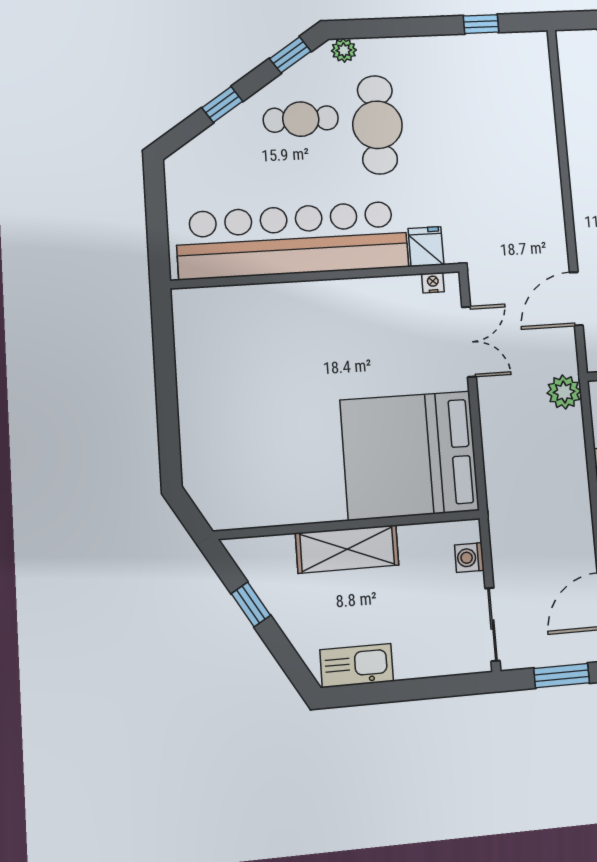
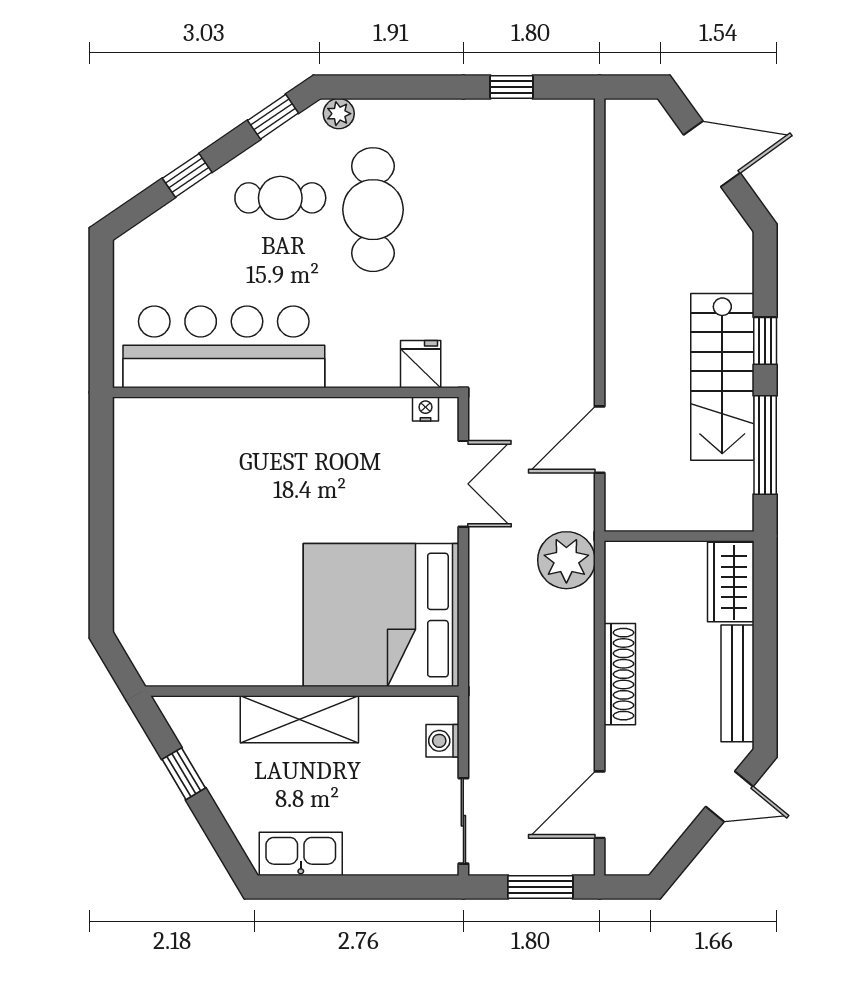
bar counter: (293, 240) -> (224, 347), width x0.73
plant: (564, 392) -> (566, 560), width x1.36, depth x1.36

